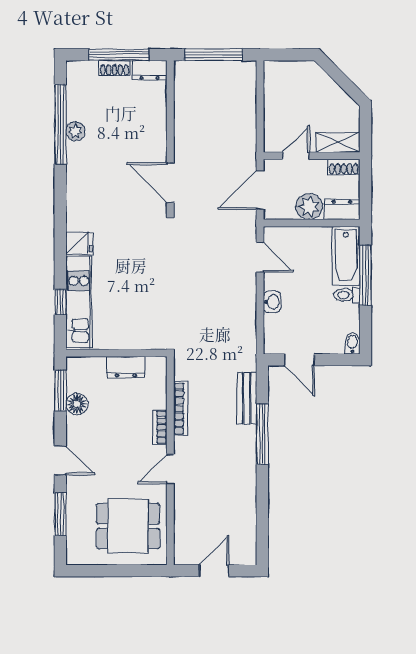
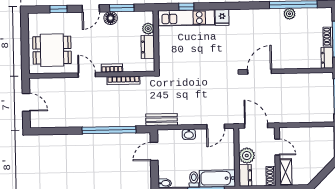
plant: (95, 366) -> (148, 29), added
window: (60, 391) -> (122, 8), moved
bench: (247, 398) -> (162, 120), moved
floor lamp: (77, 404) -> (111, 18), moved
window: (262, 434) -> (109, 130), width x1.46
window: (60, 514) -> (58, 9), width x0.67
dining table: (128, 526) -> (52, 50), turned 90

